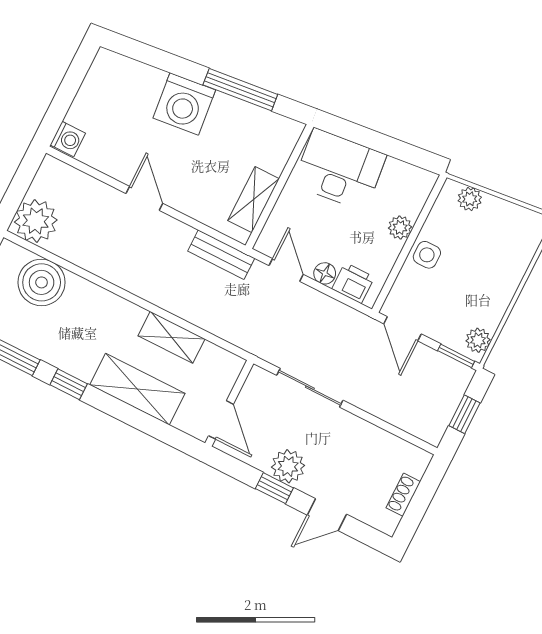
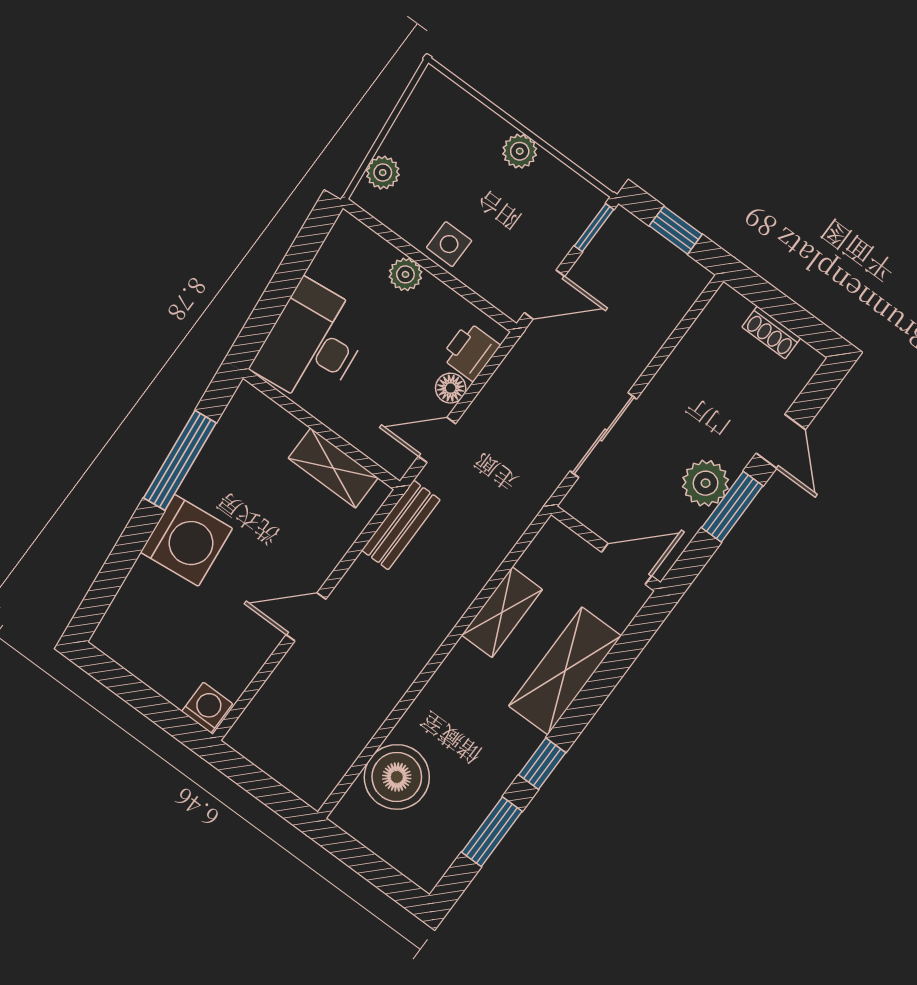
plant: (36, 221) -> (312, 770), removed
plant: (478, 340) -> (520, 151), moved
window: (274, 488) -> (732, 507), width x1.50

